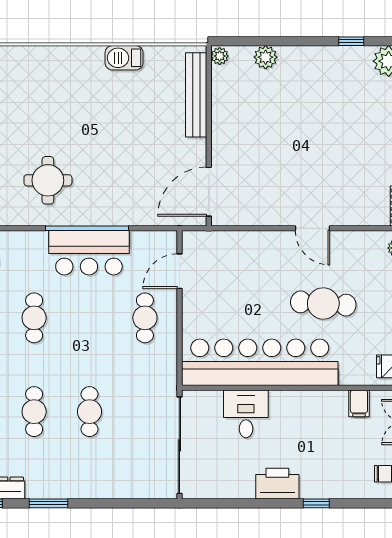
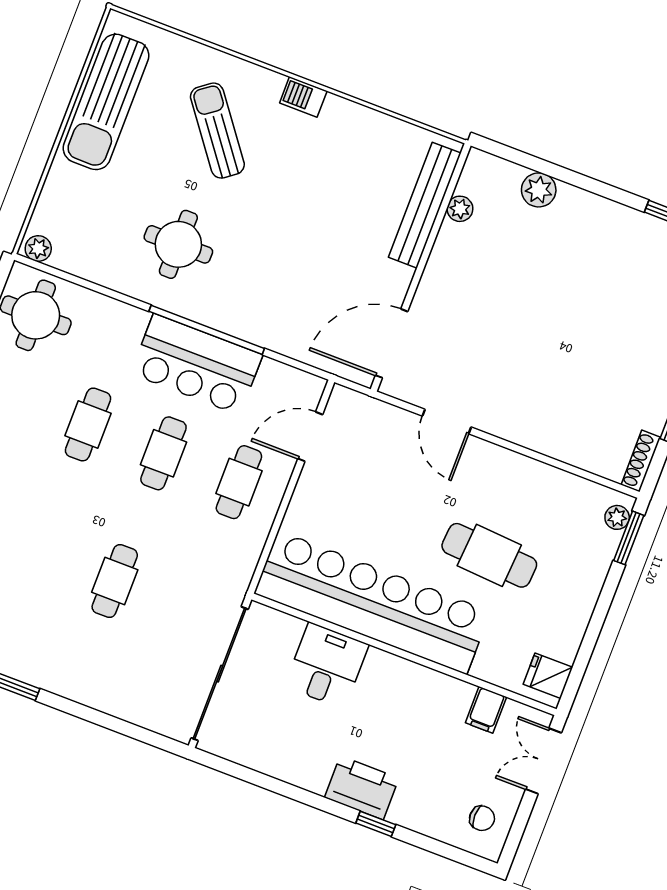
plant: (220, 56) -> (460, 209), moved
barbecue: (124, 58) -> (303, 97), moved, width x0.73, depth x0.79
sun lounger: (45, 98) -> (217, 131), added
door: (312, 228) -> (447, 422), moved
cafe table: (34, 412) -> (163, 453), moved
printer: (277, 484) -> (362, 788), moved

